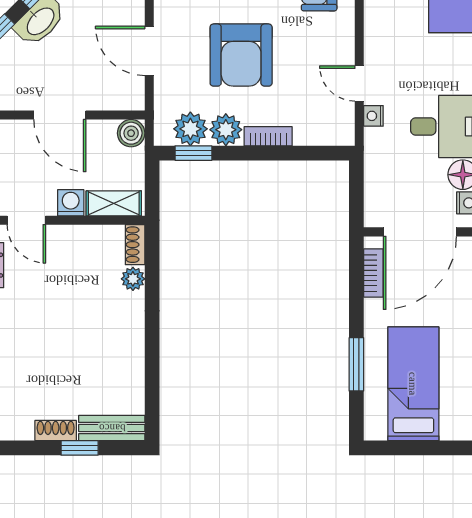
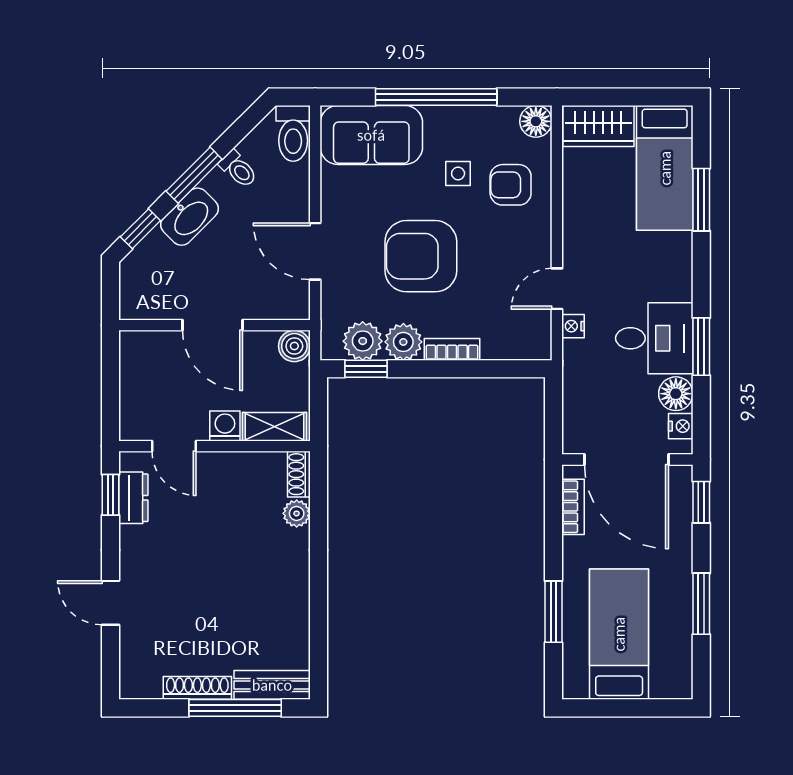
armchair: (241, 55) -> (421, 256), turned 90
door: (359, 83) -> (557, 289), hinge flipped
door: (420, 232) -> (626, 459), hinge flipped
shoe rack: (56, 431) -> (197, 688), width x1.43
window: (80, 448) -> (235, 708), width x2.17

